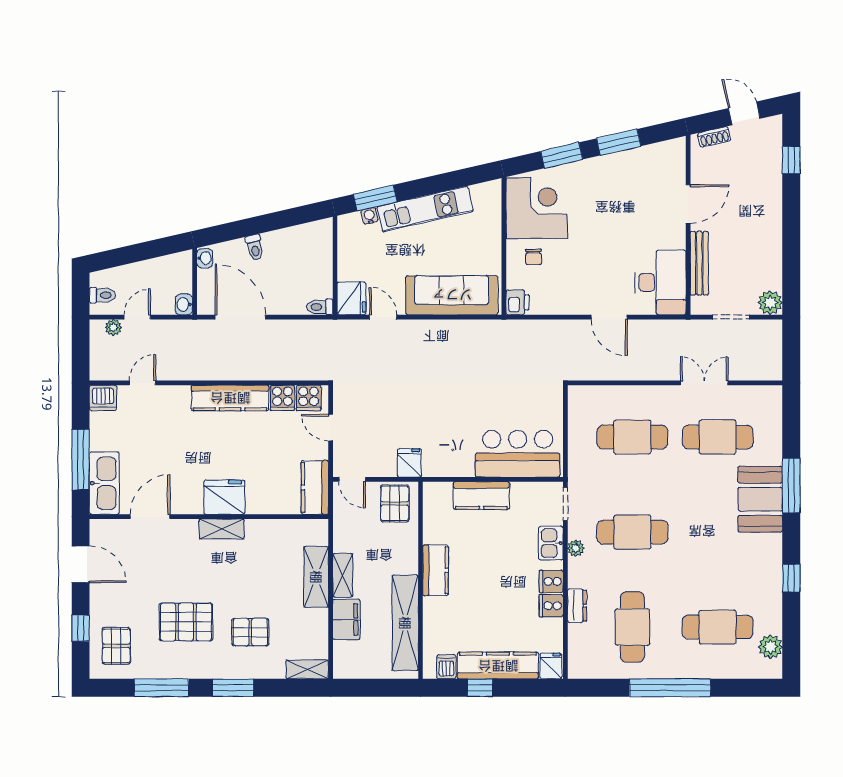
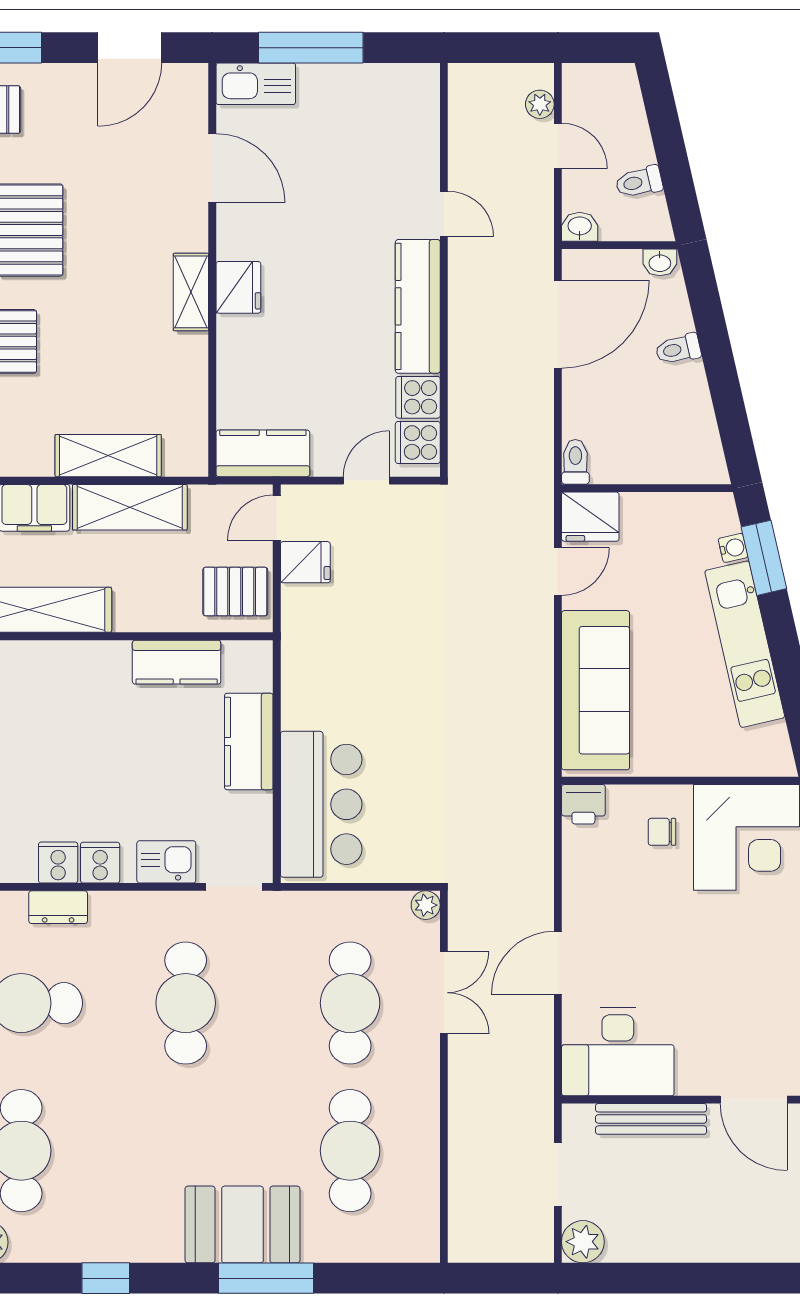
toilet: (102, 295) -> (639, 182), moved, turned 77
door: (142, 383) -> (444, 214), moved
double door: (704, 383) -> (444, 993), moved
dishwasher: (103, 398) -> (418, 86), removed
fridge: (409, 463) -> (305, 562), moved
kitchen sink: (104, 483) -> (256, 84), width x0.73, depth x0.81
fridge: (224, 497) -> (238, 287), width x0.73, depth x0.75
plant: (576, 548) -> (426, 905), moved
kitchen counter: (435, 570) -> (177, 662), moved
shelving: (343, 575) -> (130, 507), width x1.50, depth x1.33

